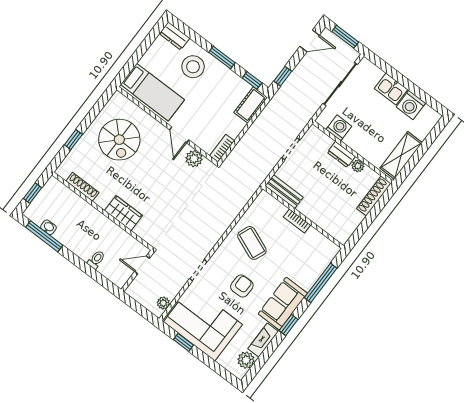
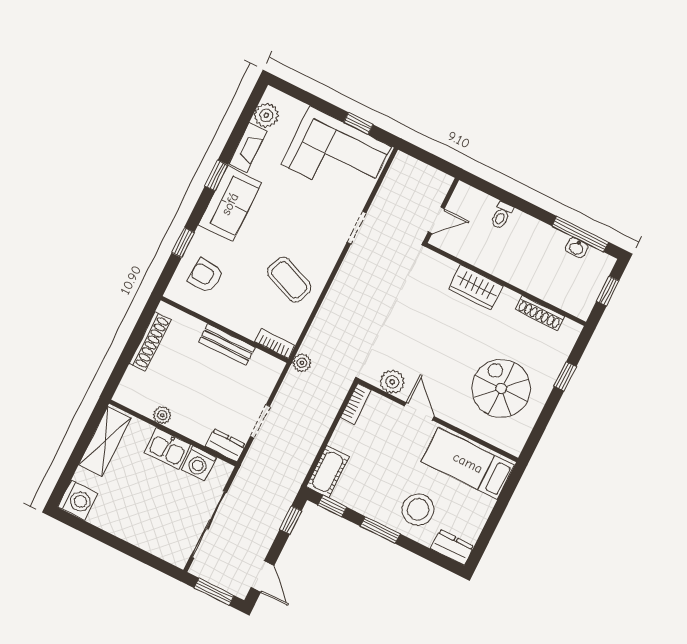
door: (310, 41) -> (263, 576), swing flipped
kitchen sink: (391, 89) -> (168, 449), moved, turned 180
washing machine: (411, 105) -> (78, 500), moved, turned 90
dresser: (341, 154) -> (225, 445), moved
bench: (284, 191) -> (227, 344), moved
shoe rack: (374, 196) -> (150, 341), moved
bookcase: (297, 221) -> (275, 343), moved
window: (321, 283) -> (183, 243), width x0.46
armchair: (242, 286) -> (206, 276), moved, turned 93
plant: (163, 303) -> (302, 363), moved

